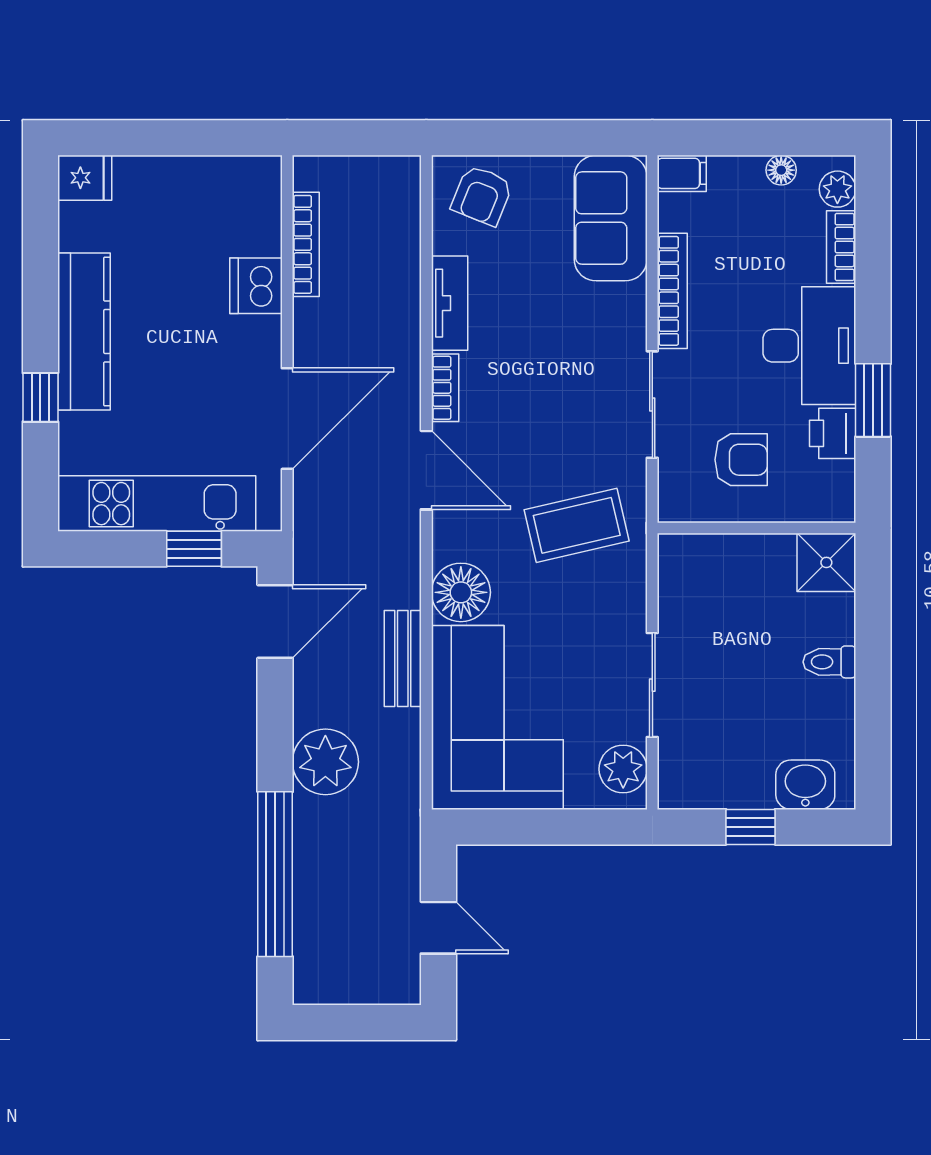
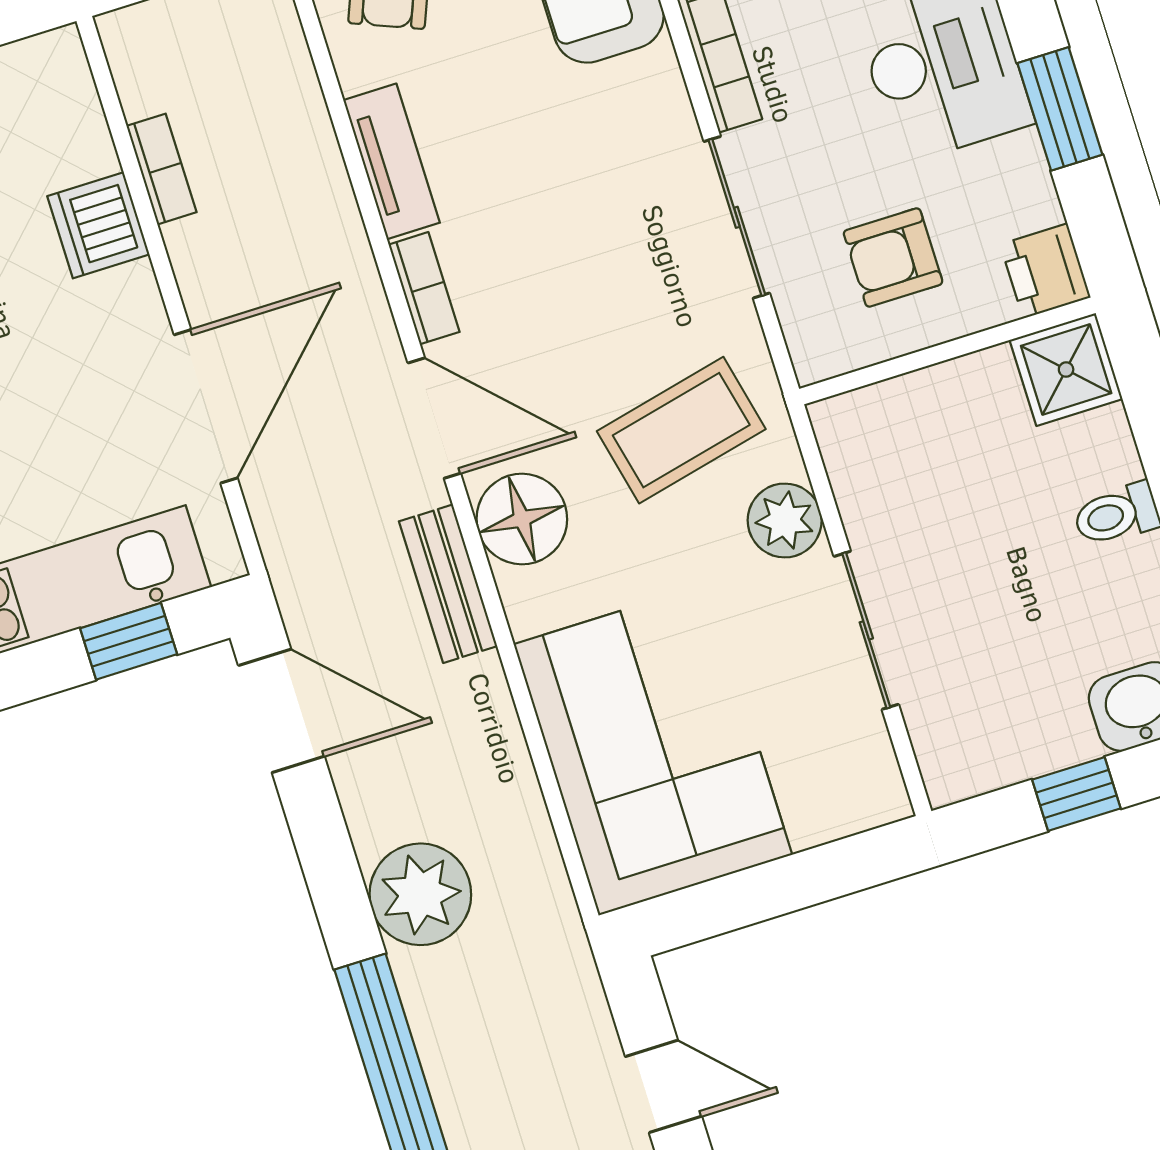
bookcase: (306, 244) -> (161, 169), width x0.64
printer: (833, 433) -> (1045, 271), moved
armchair: (741, 460) -> (893, 257), turned 180
floor lamp: (461, 592) -> (522, 519), moved
door: (275, 621) -> (281, 711), hinge flipped
bench: (403, 659) -> (448, 584), moved
plant: (623, 769) -> (785, 520), moved

